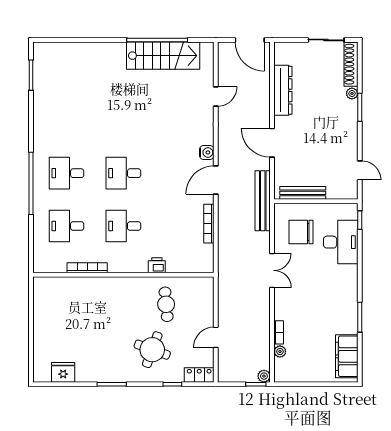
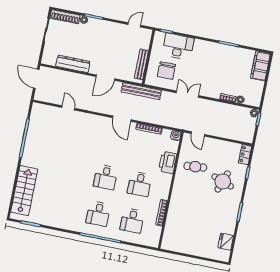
door: (250, 40) -> (36, 79), swing flipped
stairs: (163, 56) -> (24, 191), moved
water cooler: (207, 152) -> (176, 136), moved
printer: (157, 265) -> (168, 162), width x1.87, depth x1.48
door: (216, 337) -> (198, 134), moved
filing cabinet: (347, 356) -> (260, 66), moved, turned 90

